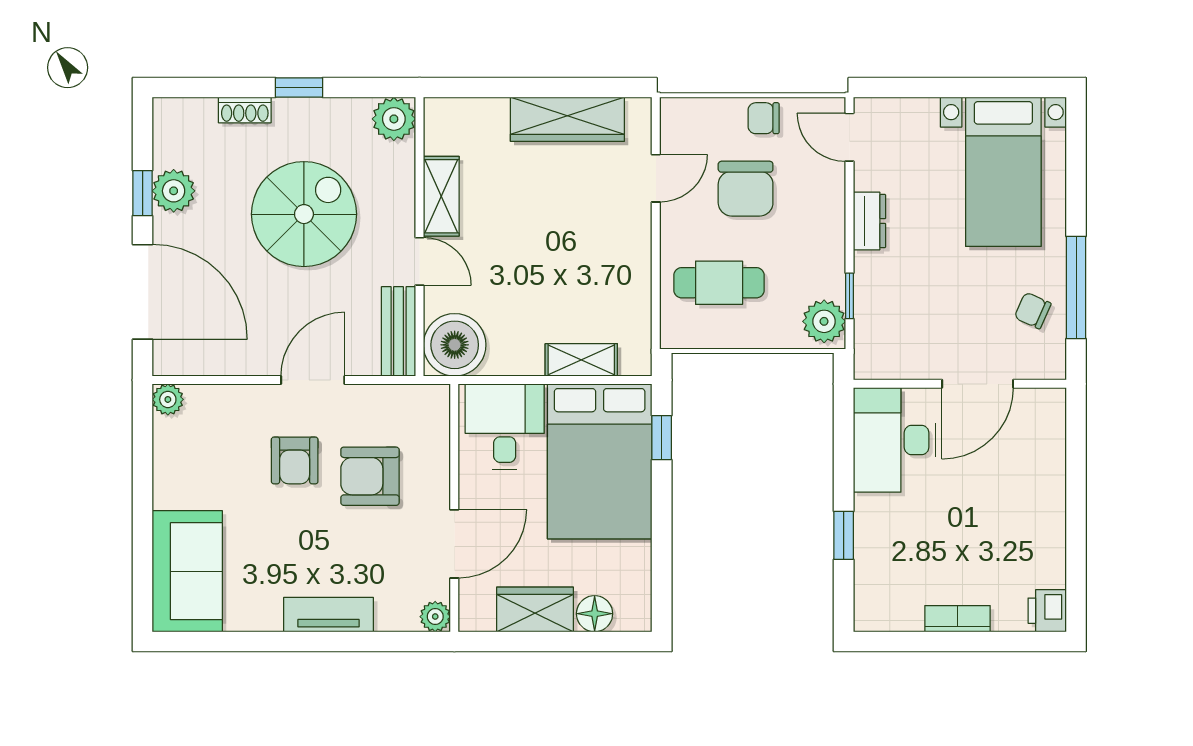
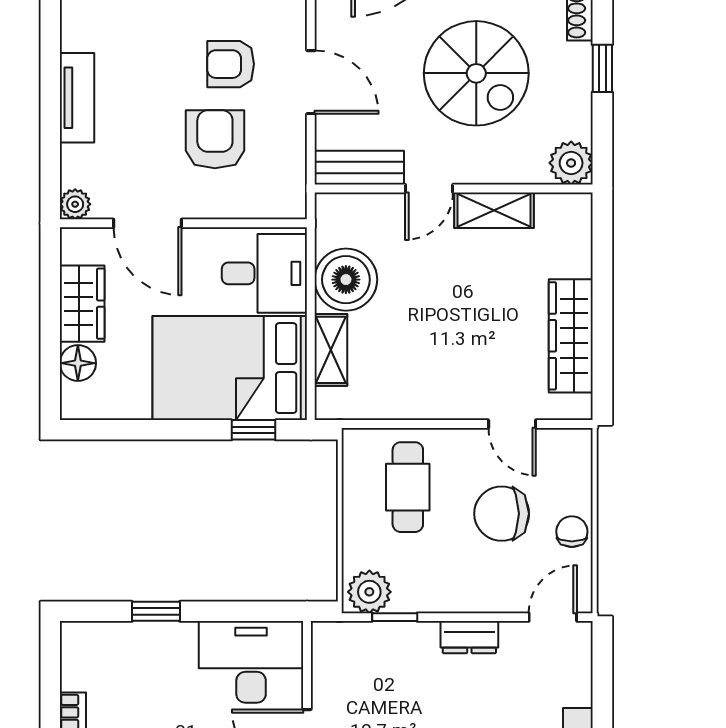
boiler: (455, 345) -> (346, 280), moved

